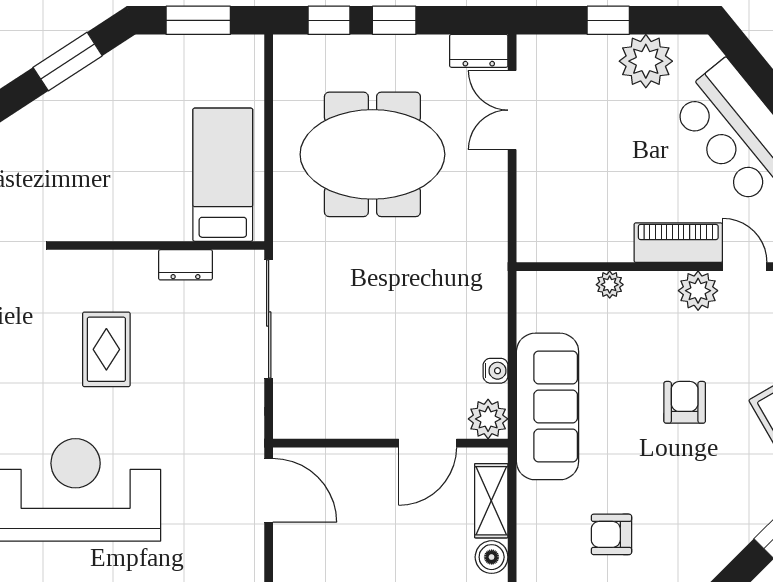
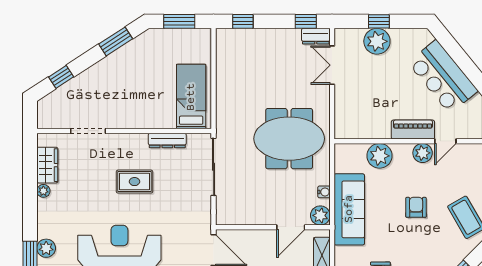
window: (394, 20) -> (306, 21), moved
plant: (646, 61) -> (377, 41), moved
meeting table: (372, 154) -> (289, 139), moved
dresser: (185, 265) -> (167, 140), width x1.44
door: (745, 267) -> (445, 141), swing flipped
plant: (610, 285) -> (380, 156), width x1.88, depth x1.88
rug: (106, 349) -> (134, 182), turned 90

